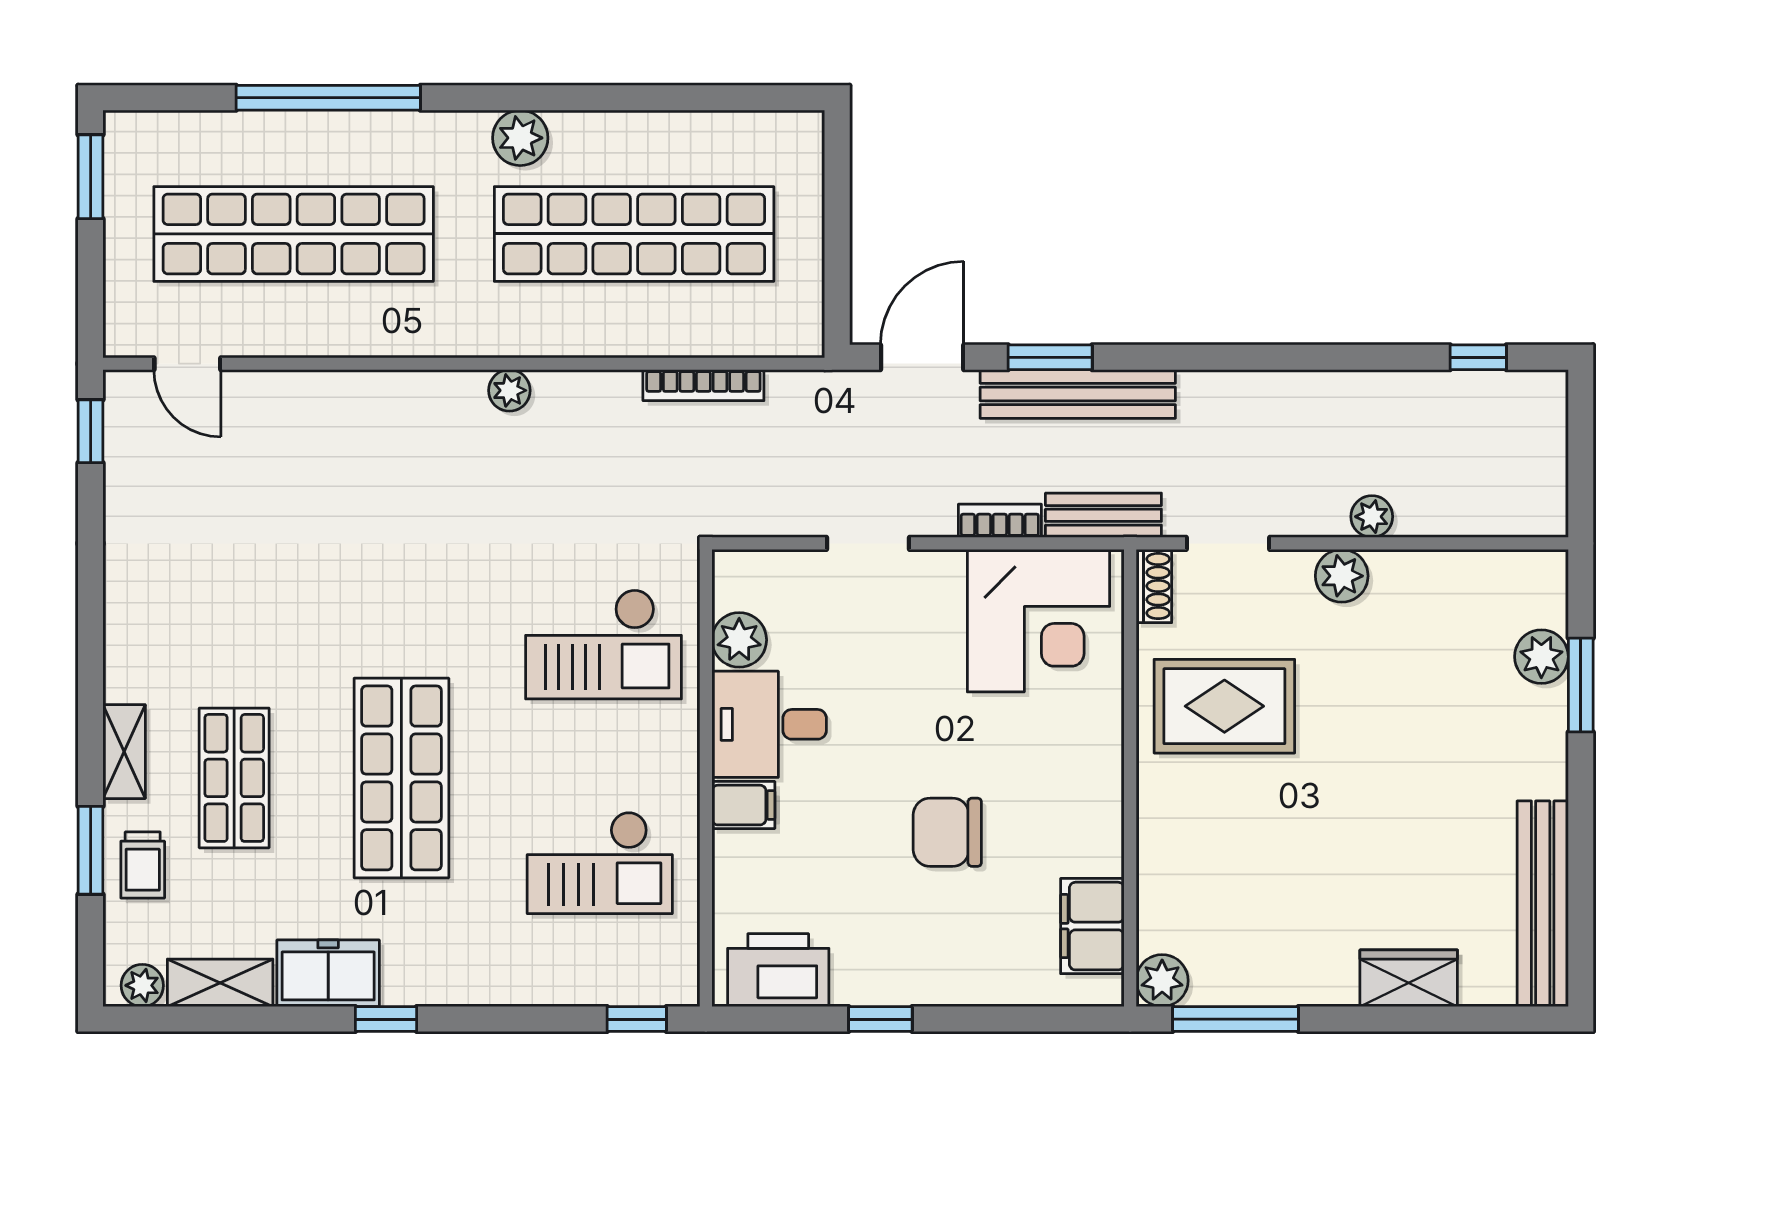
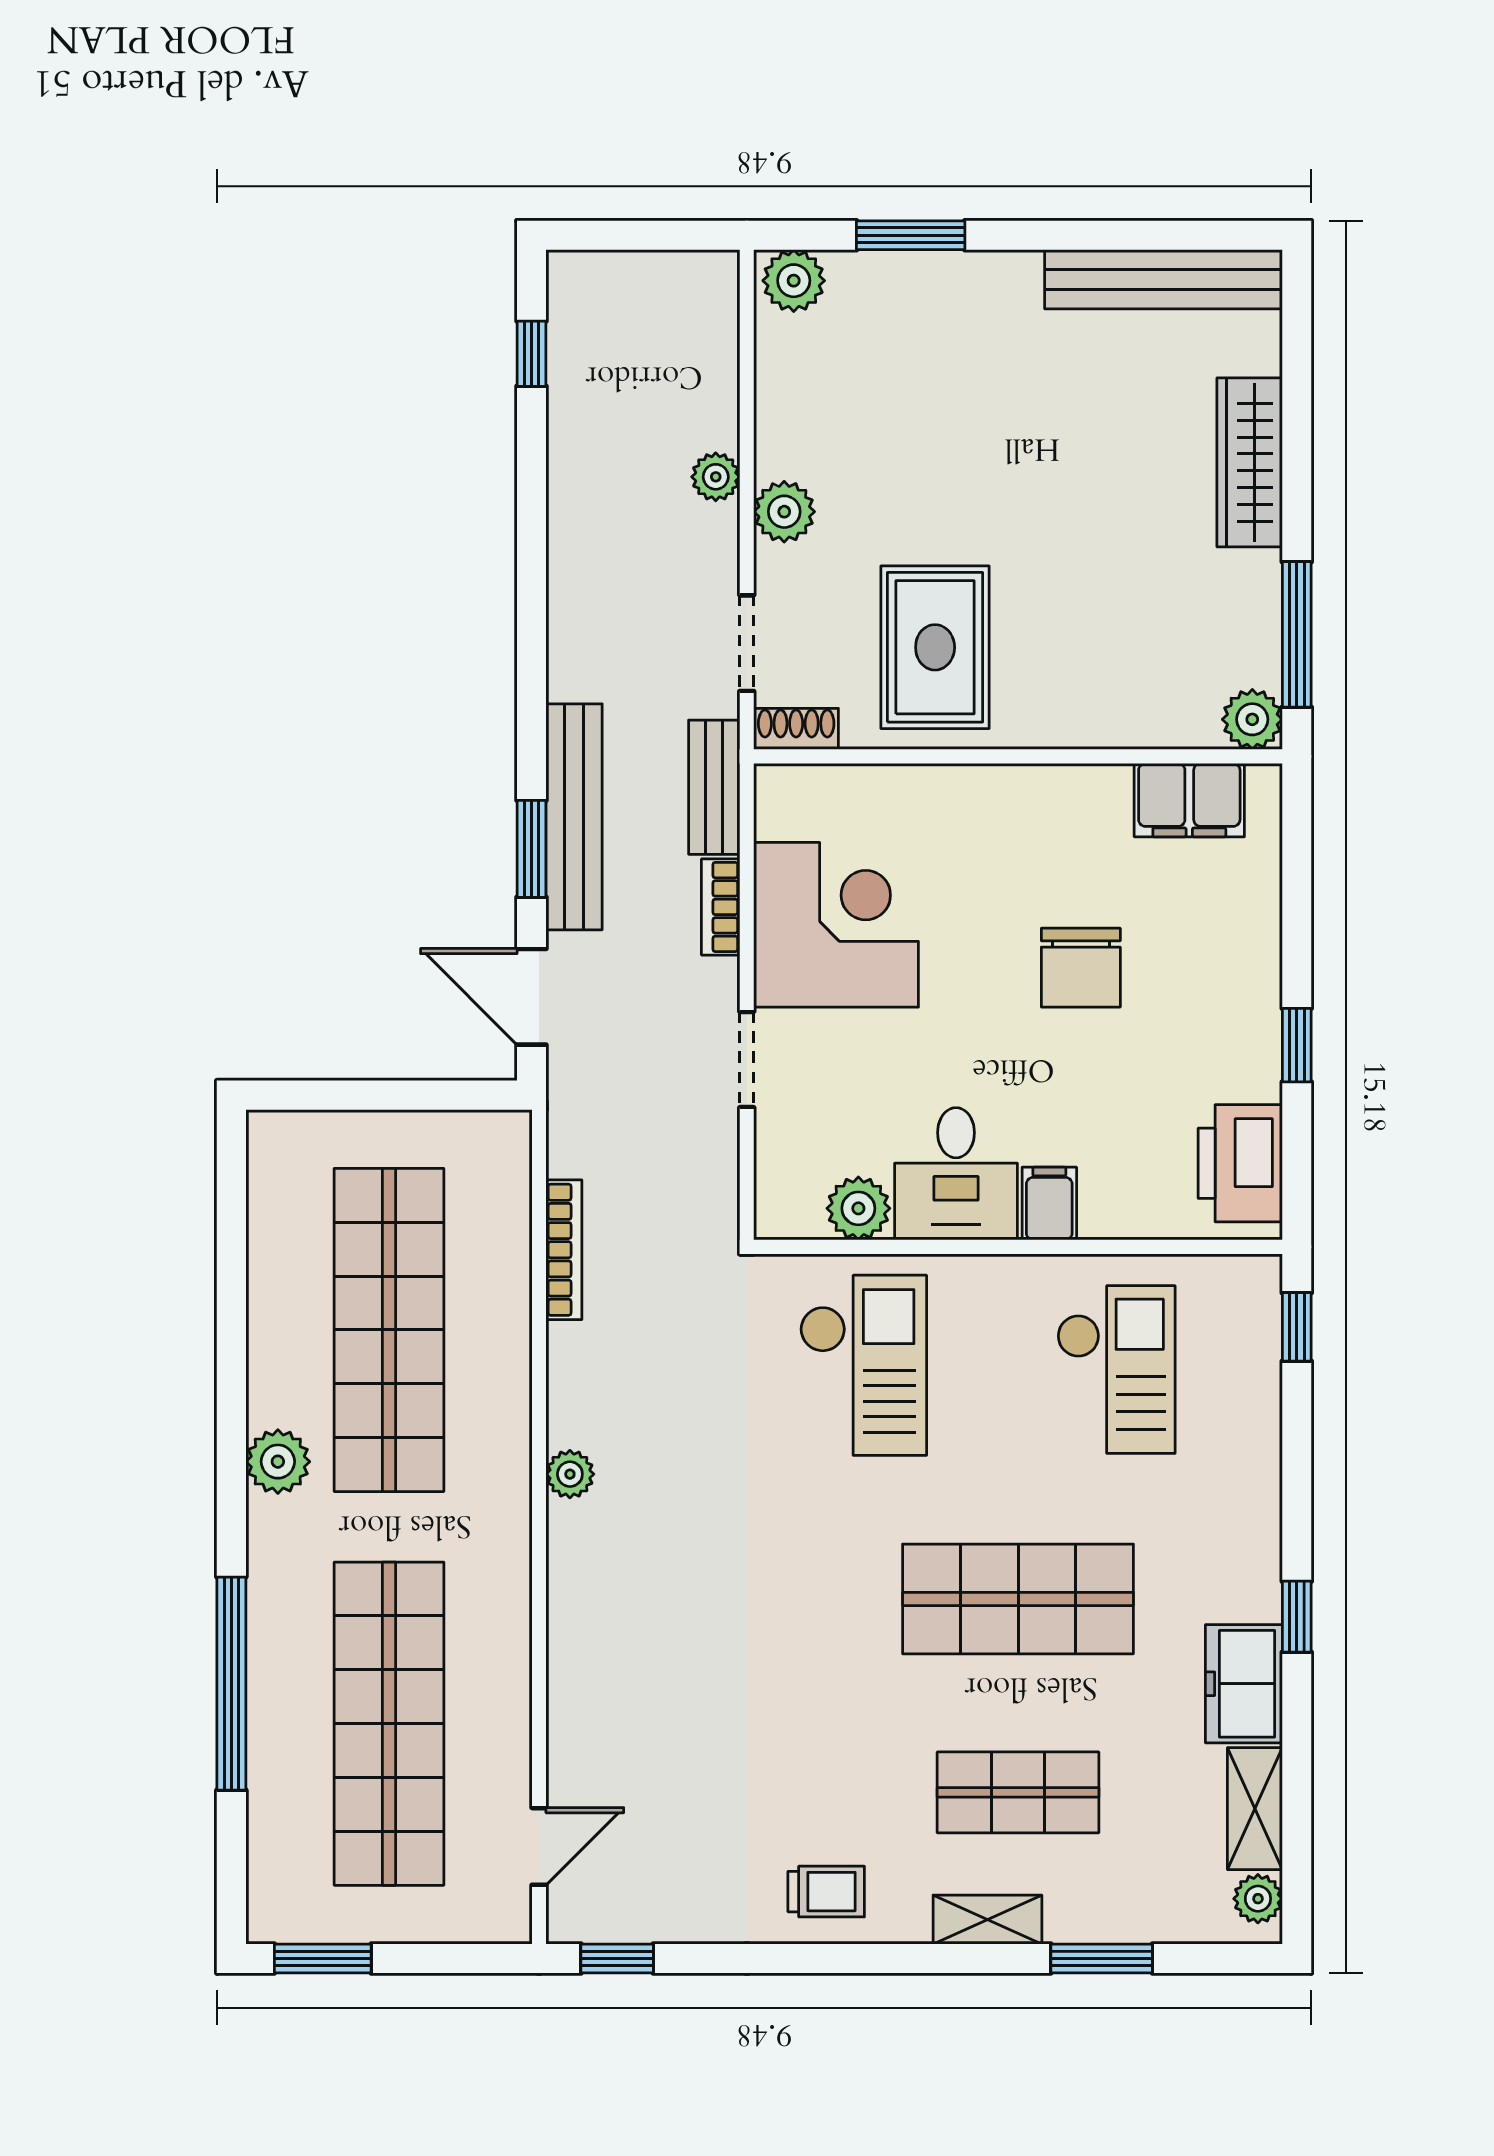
corner desk: (1039, 621) -> (836, 925), moved
plant: (1541, 657) -> (794, 281), moved
trolley: (143, 865) -> (826, 1892), moved
wardrobe: (1409, 978) -> (1250, 462), width x1.50

